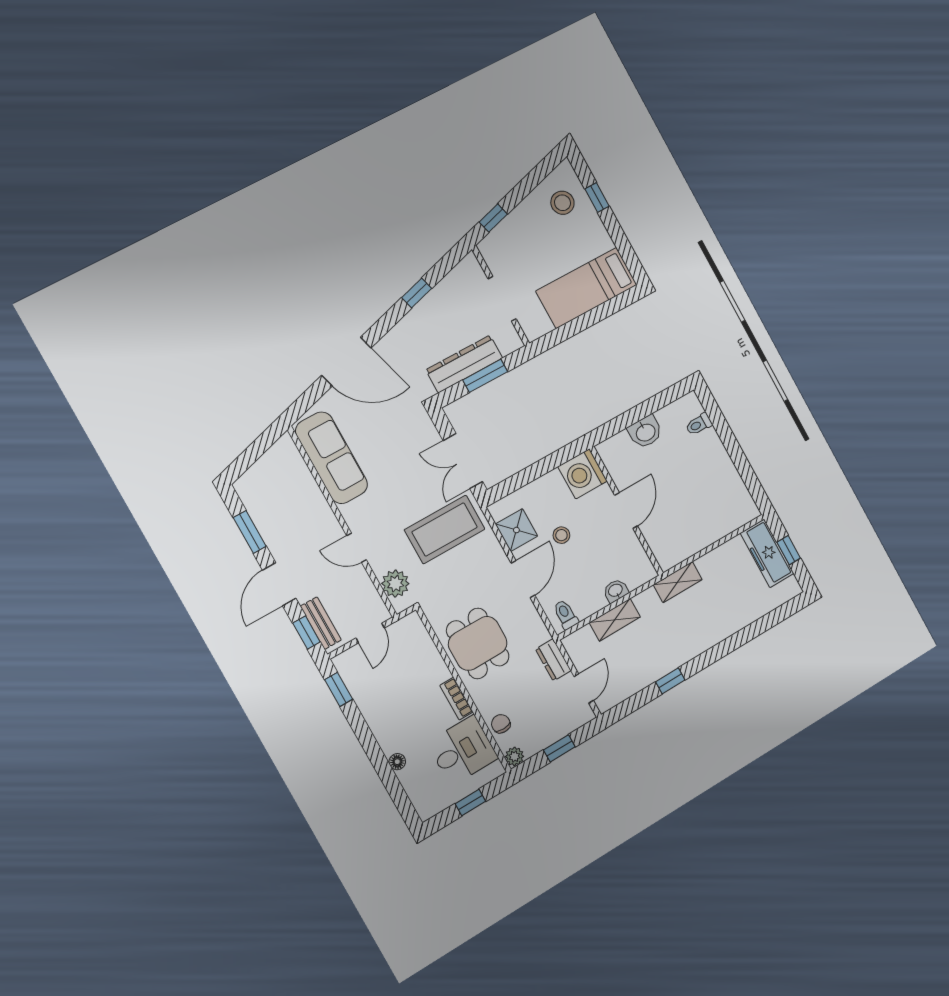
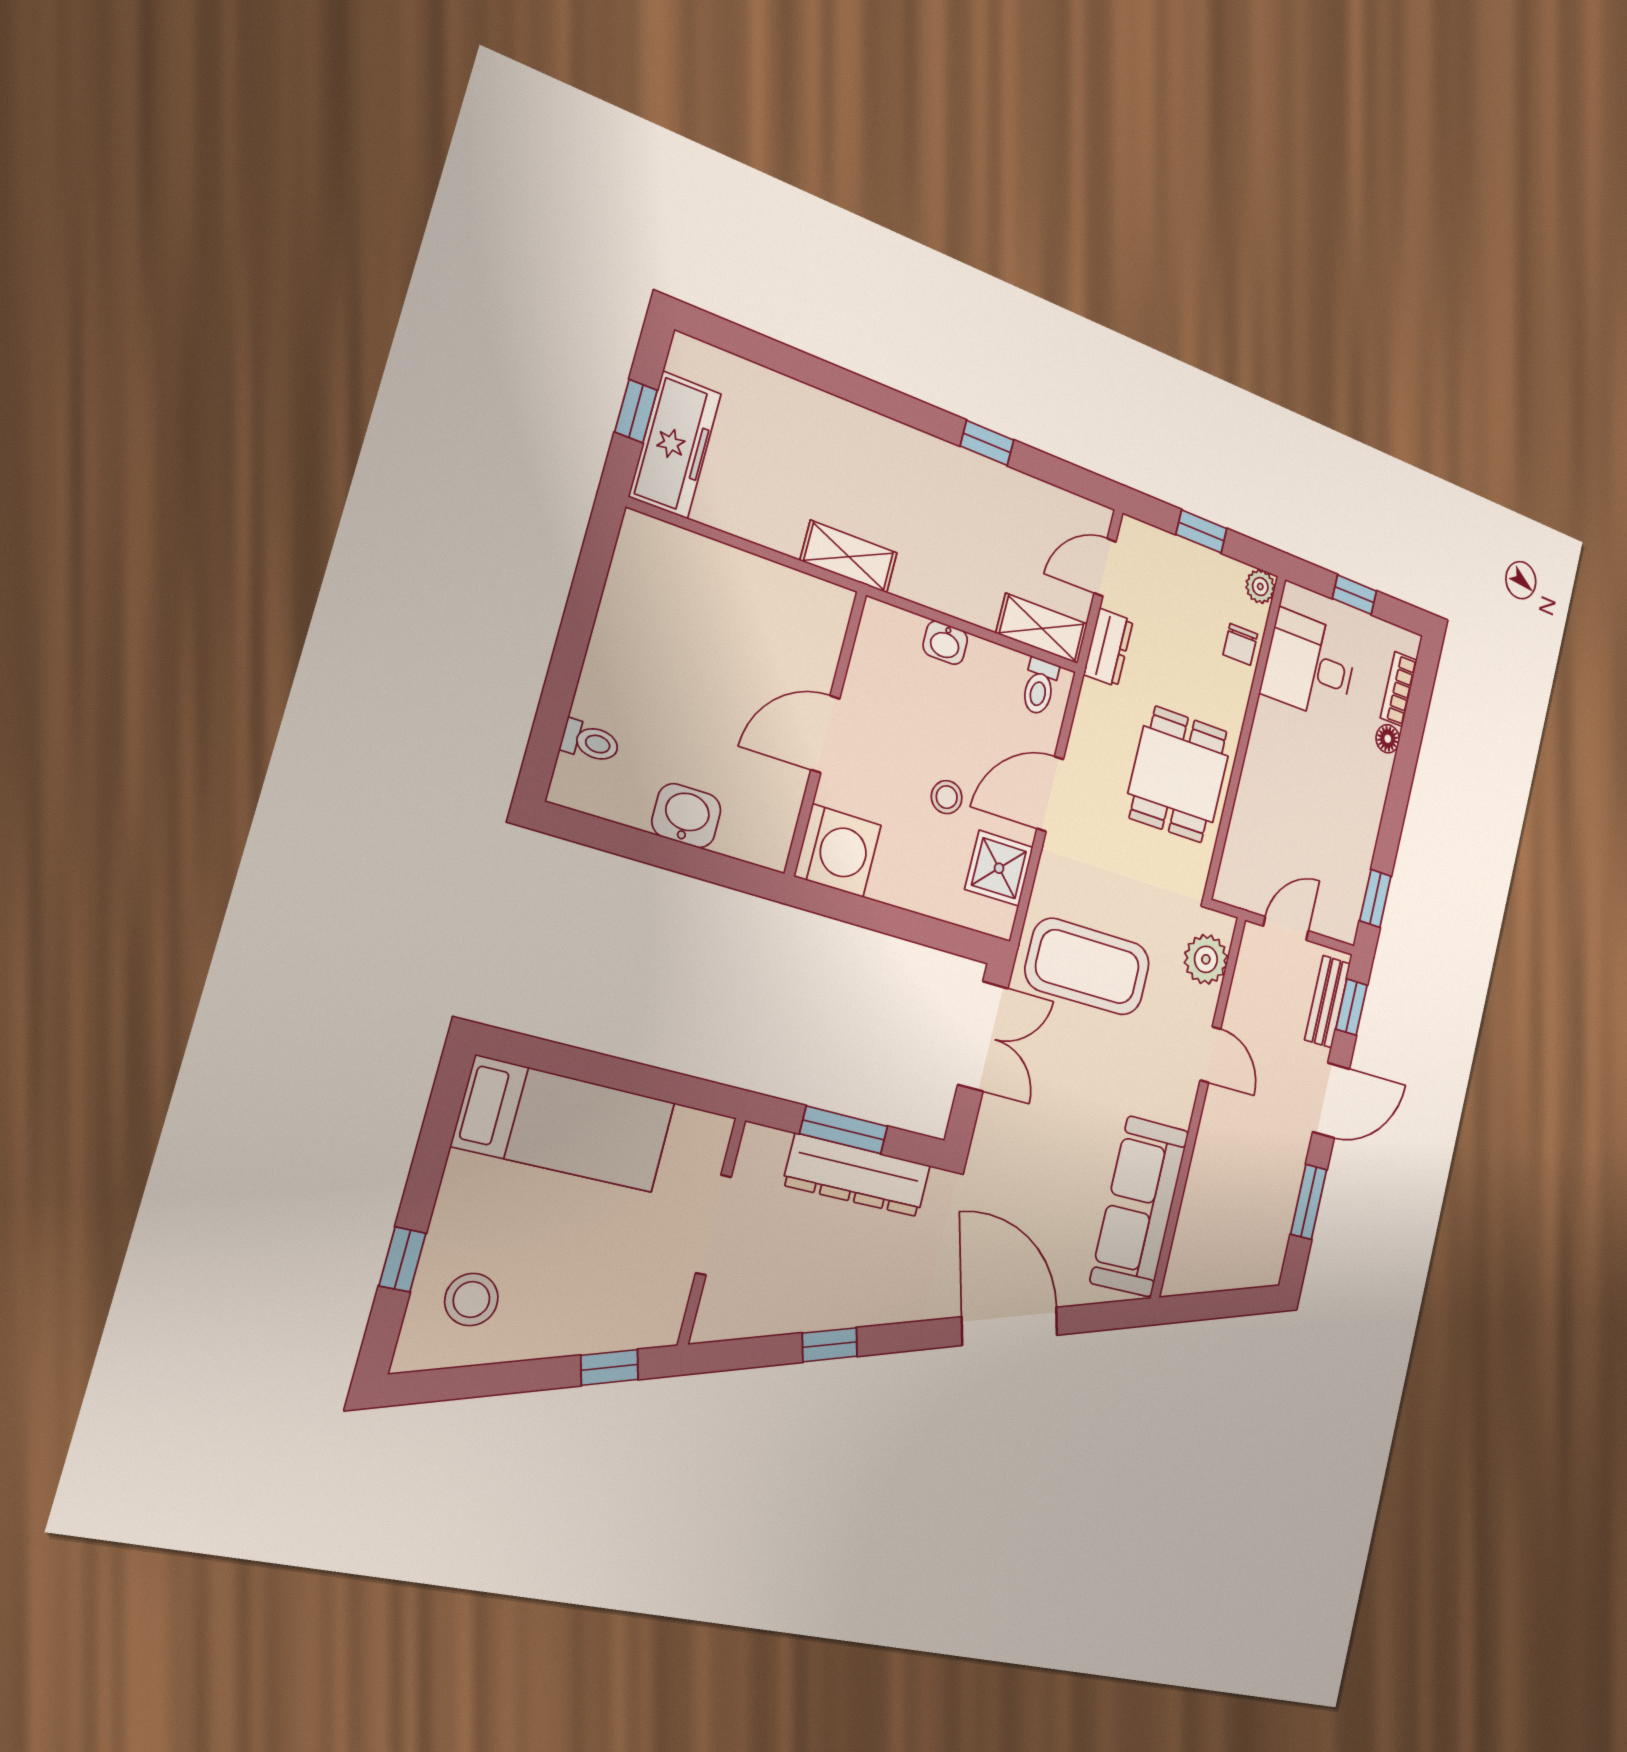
shelving: (615, 620) -> (1042, 629), moved
bookcase: (456, 699) -> (1399, 689), moved, turned 180

